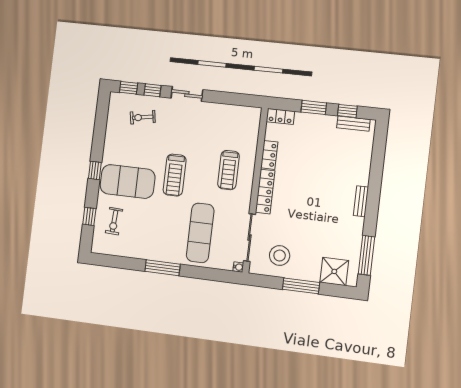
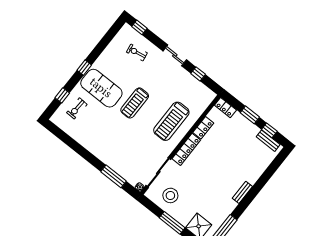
window: (152, 90) -> (198, 74), moved
treadmill: (229, 170) -> (171, 121), width x1.37, depth x1.38
exercise mat: (200, 233) -> (128, 150), removed
window: (163, 268) -> (113, 176), moved

